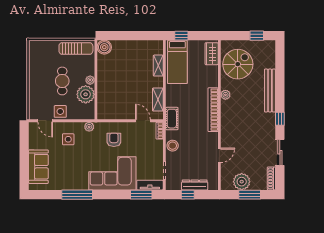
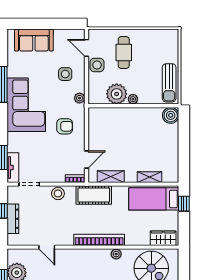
cafe table: (62, 81) -> (124, 52), moved, turned 90
cot: (172, 119) -> (94, 195), width x1.37, depth x1.34
door: (45, 121) -> (86, 48), hinge flipped
corner sofa: (112, 173) -> (26, 105), moved

